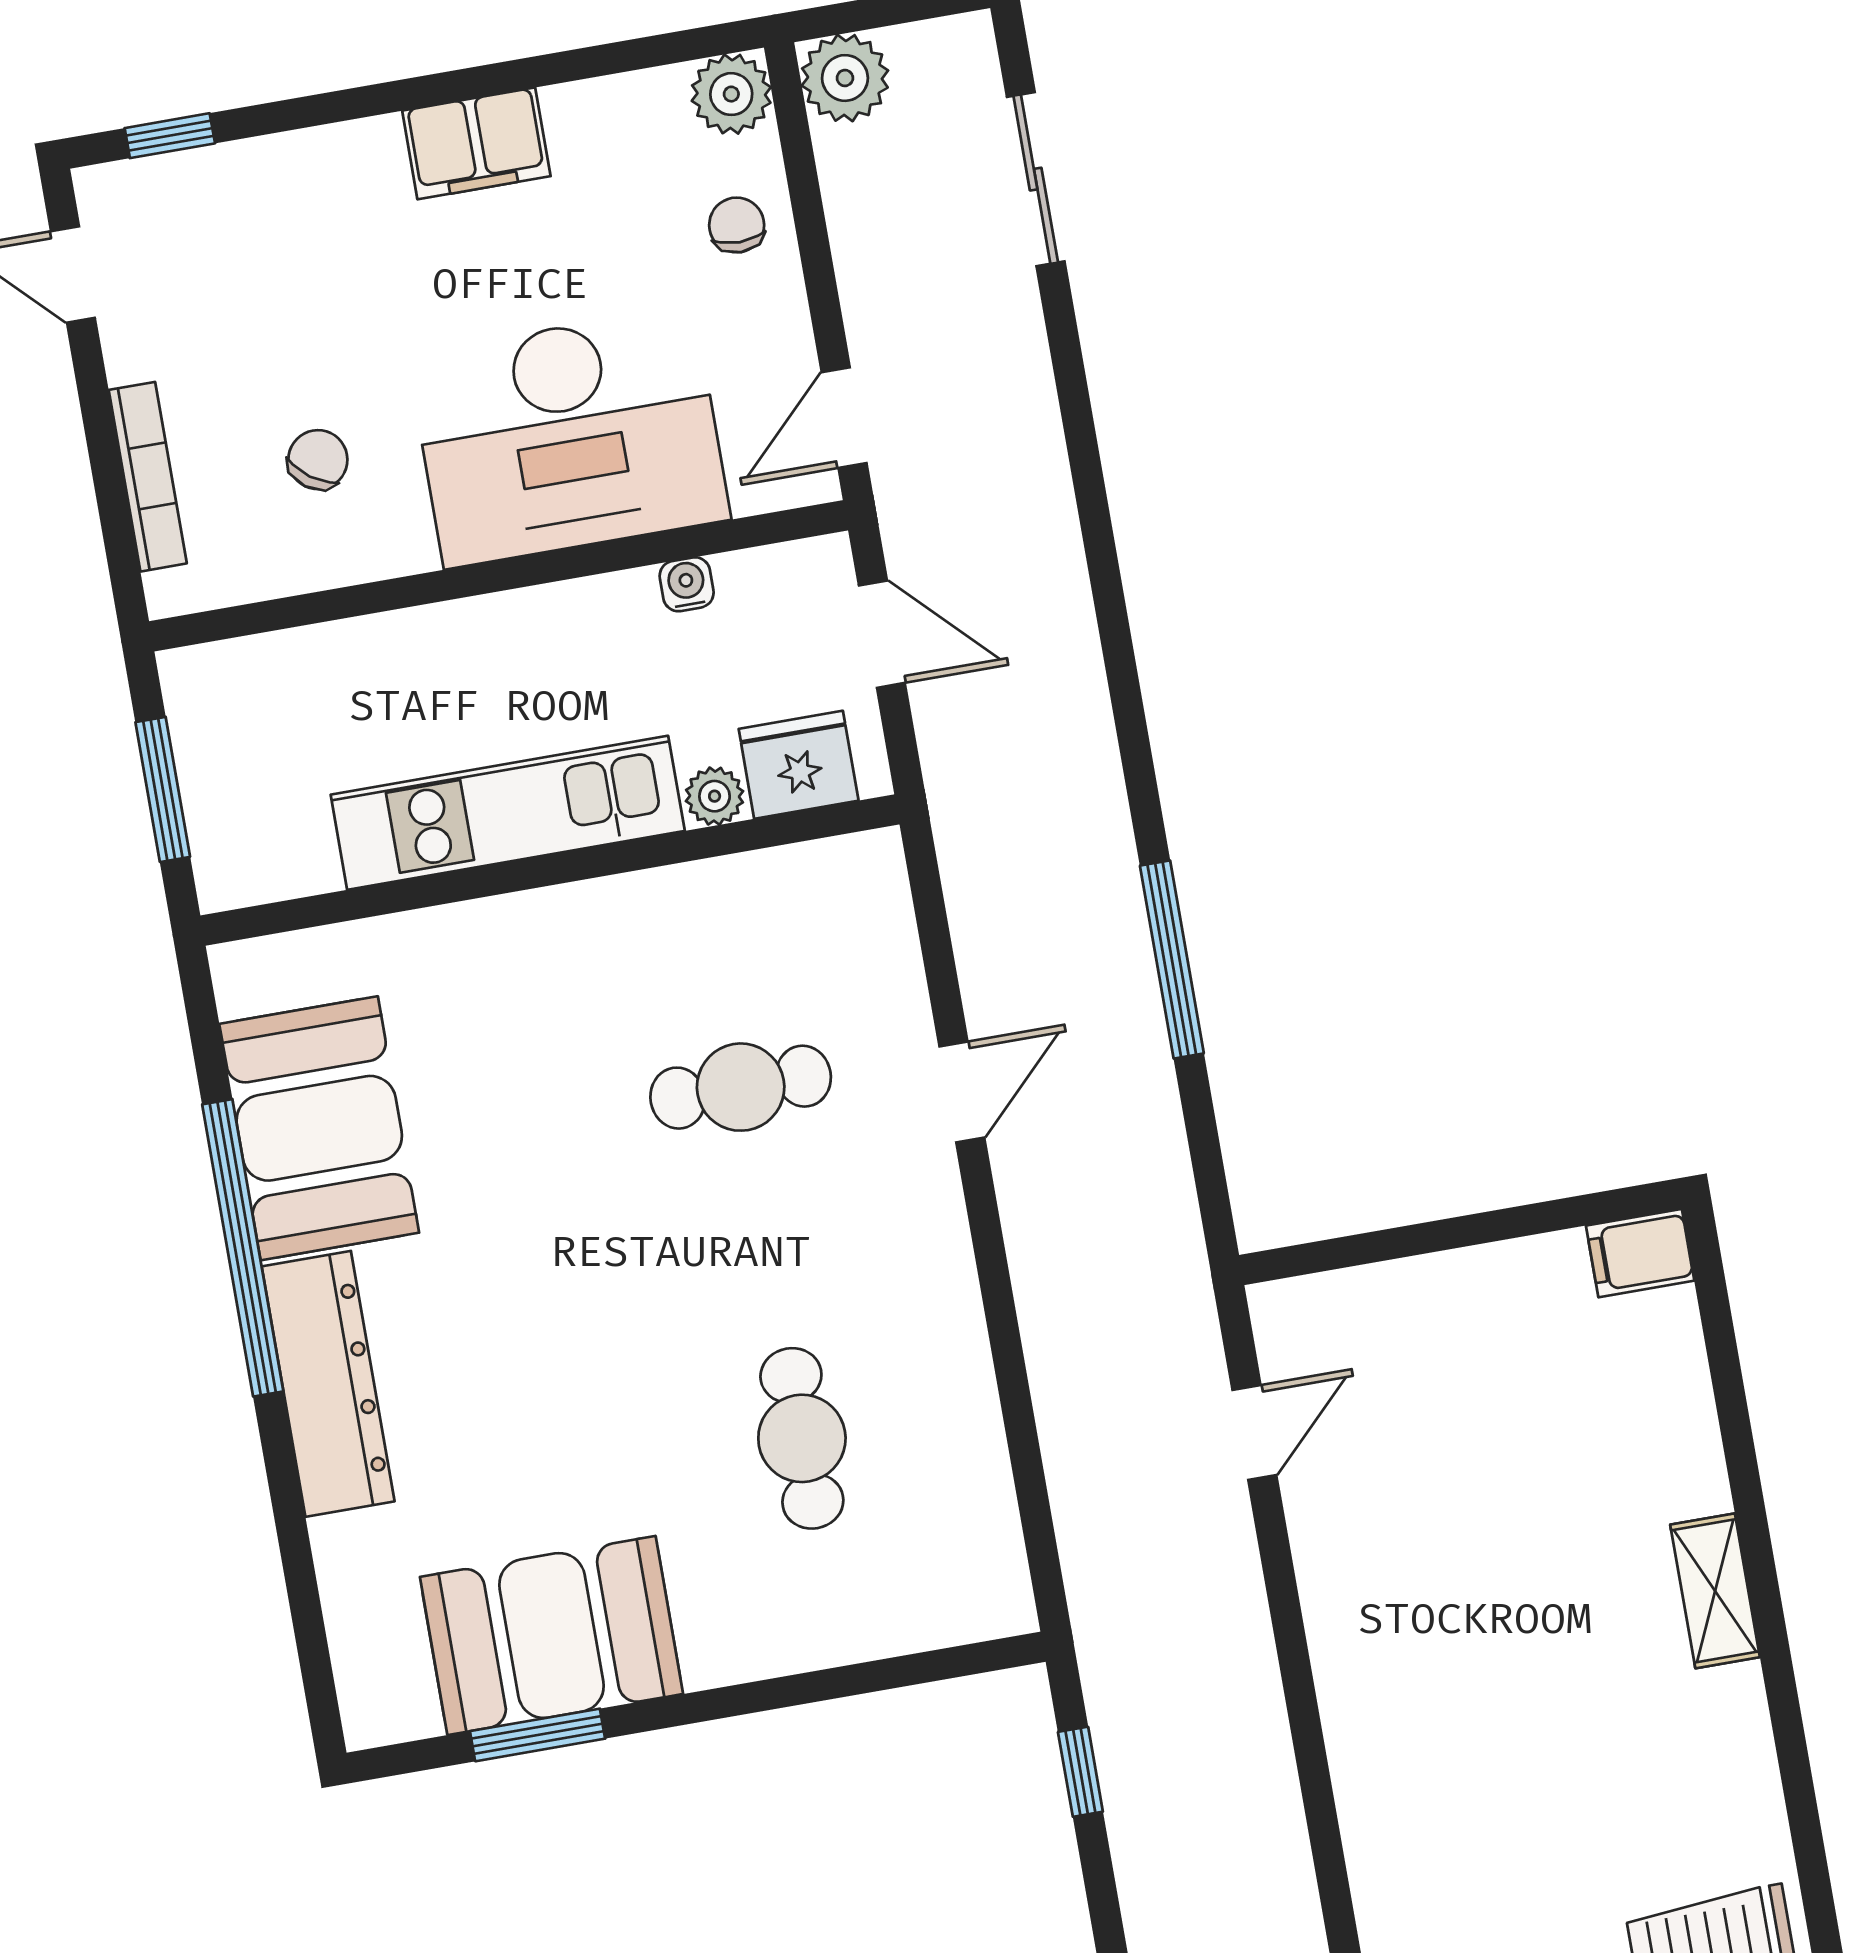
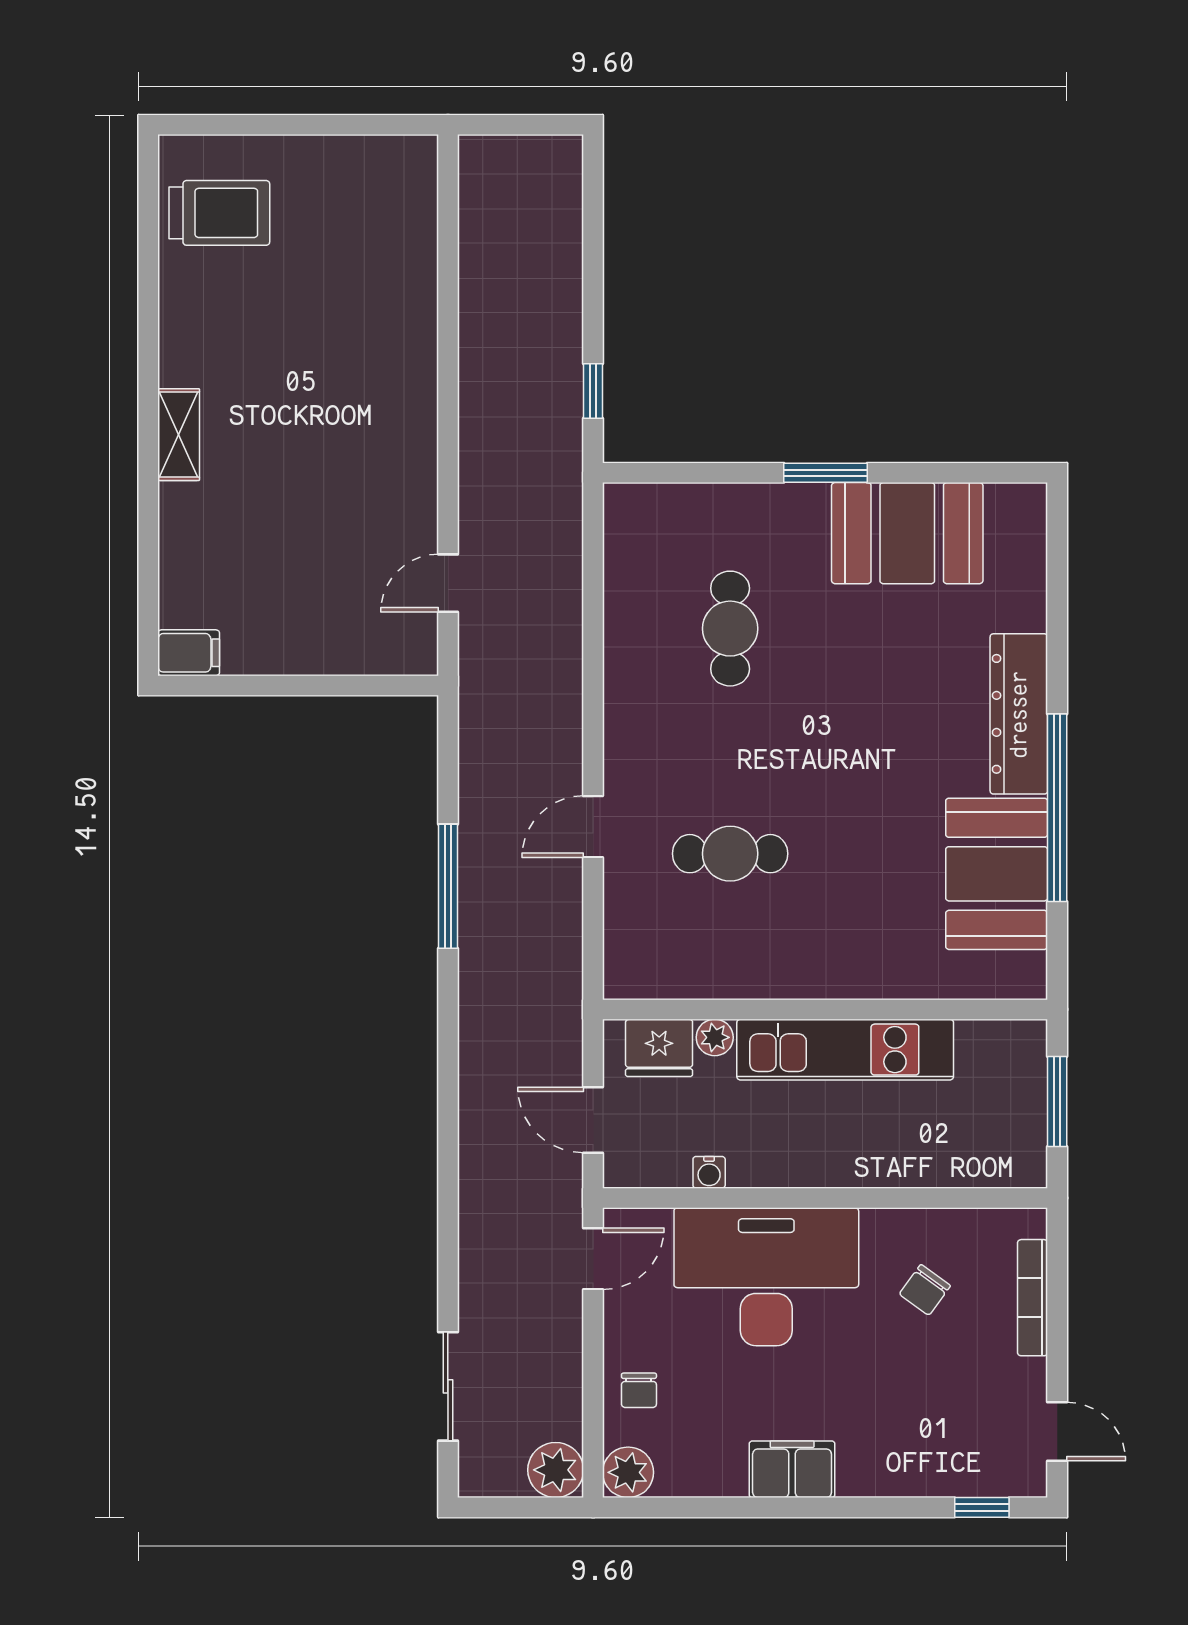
window: (538, 1735) -> (826, 473), moved

